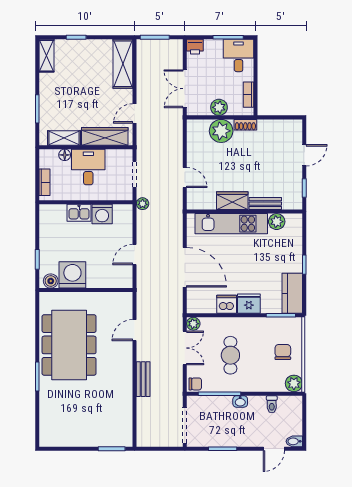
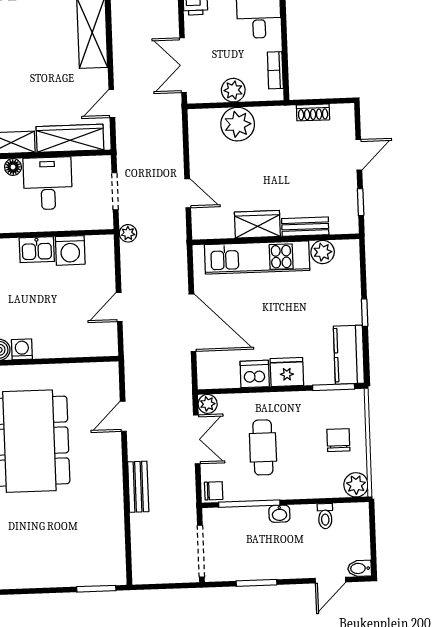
shoe rack: (245, 125) -> (313, 112), moved
washing machine: (72, 275) -> (22, 349), width x0.53, depth x0.53

